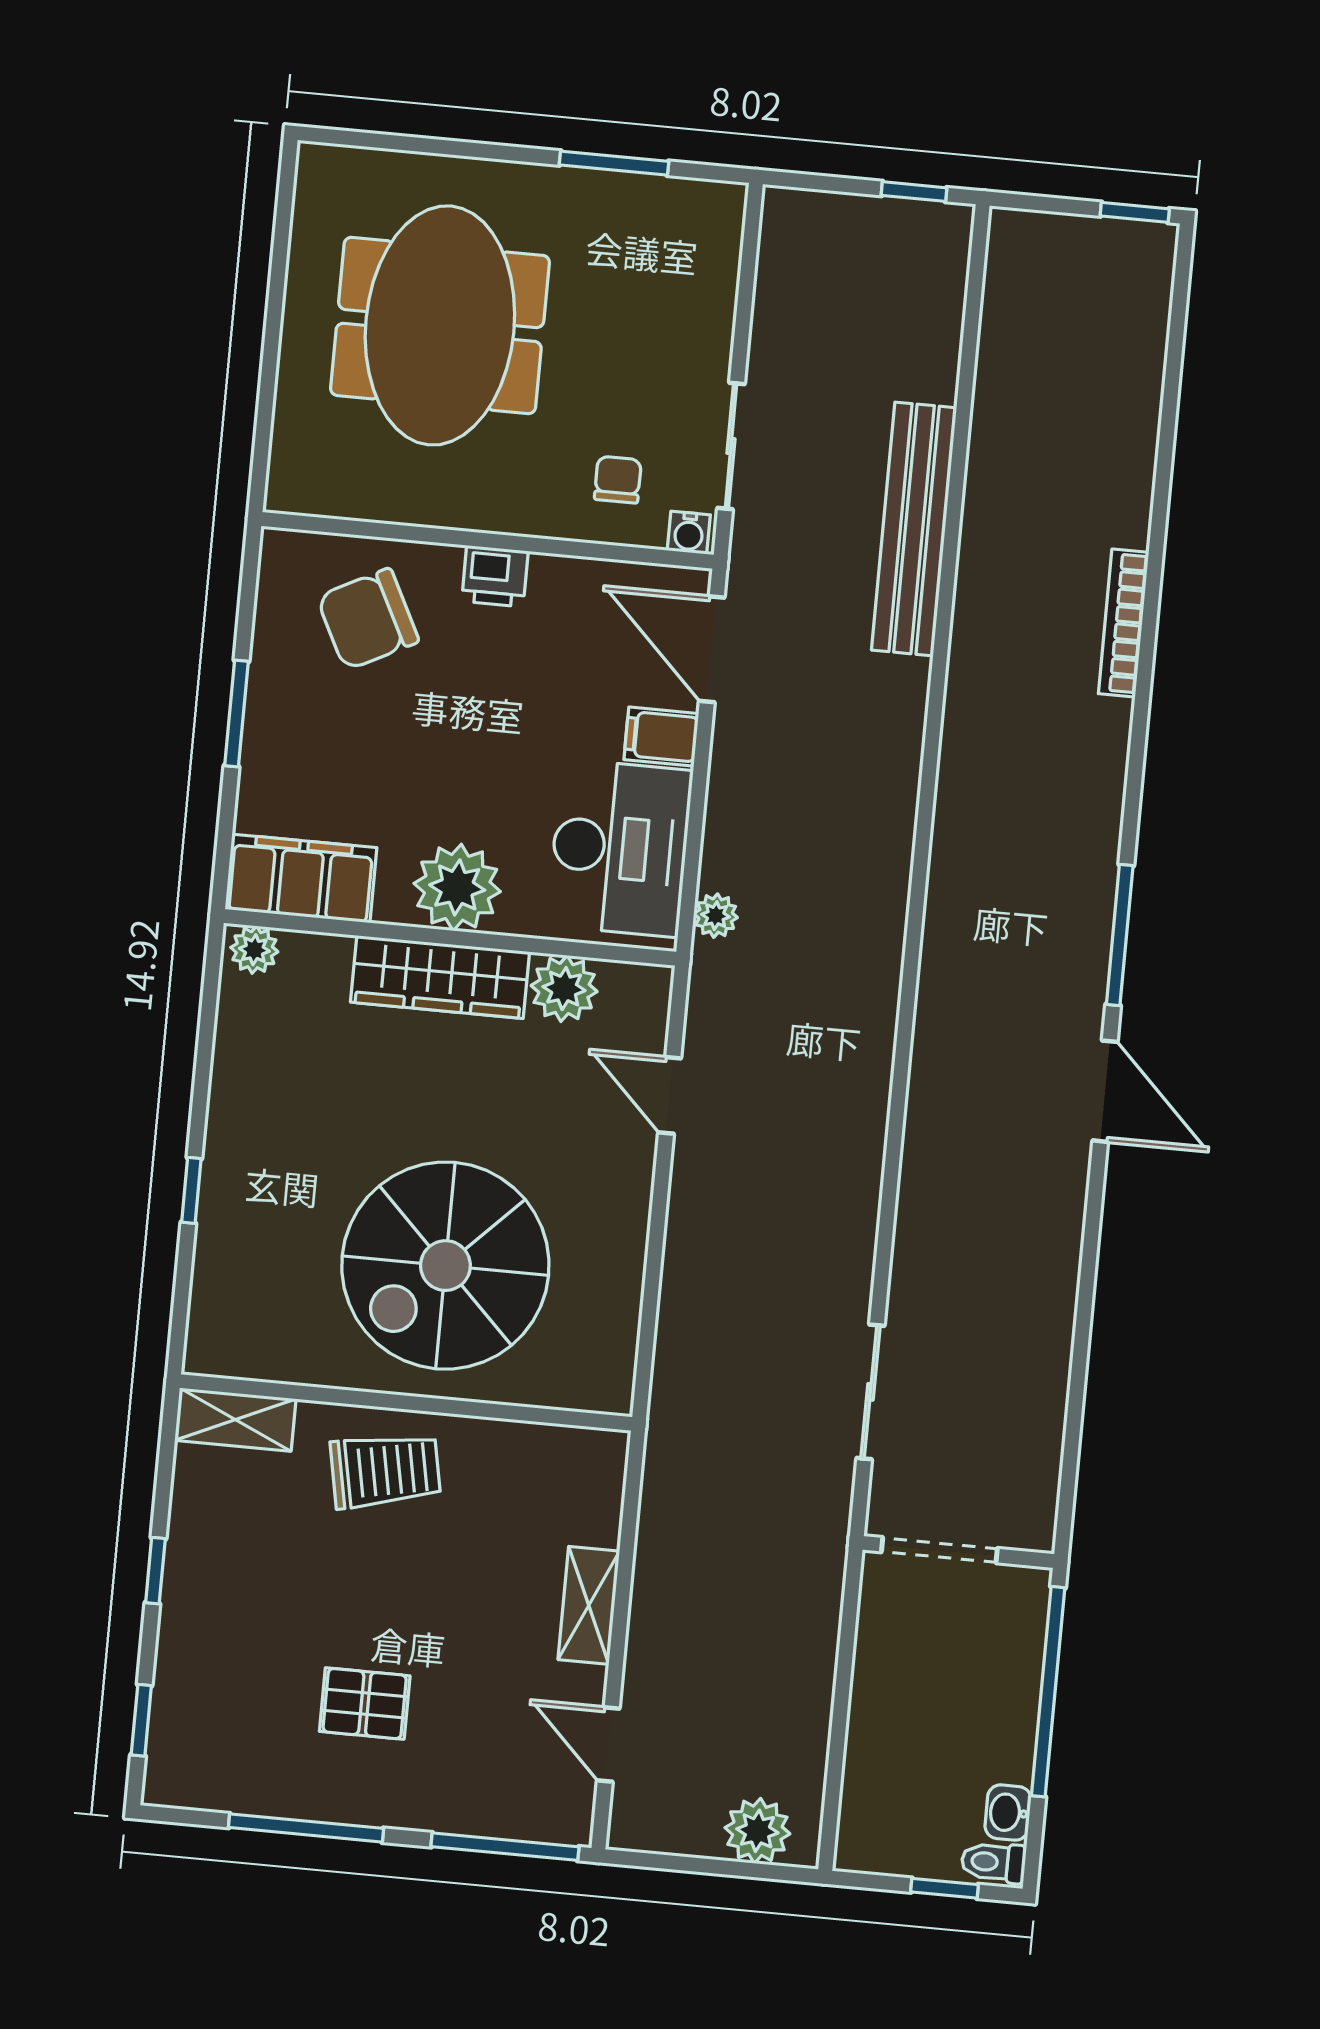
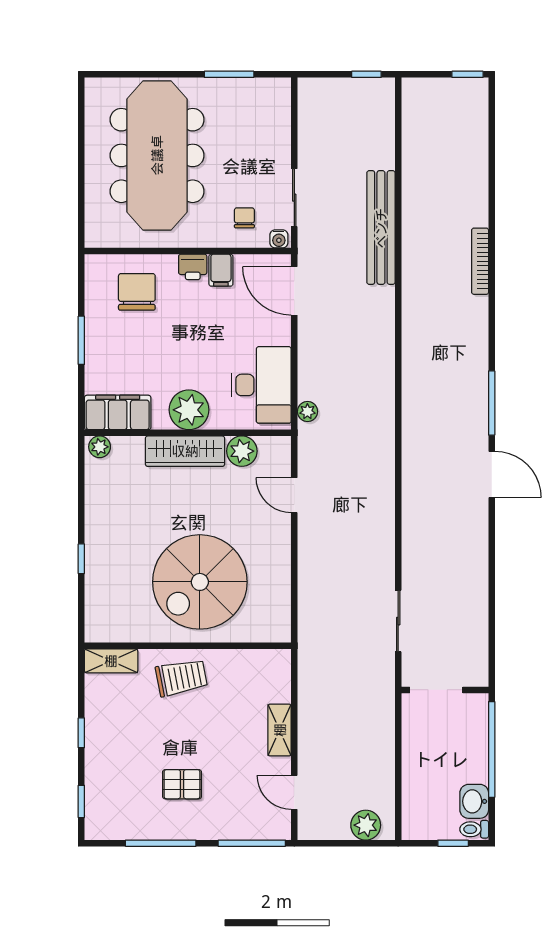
meeting table: (440, 325) -> (157, 155), width x1.36
chair: (368, 619) -> (137, 292), turned 117
filing cabinet: (661, 737) -> (221, 270), moved, turned -90
washbasin: (1008, 1813) -> (474, 801), width x1.38, depth x1.45

